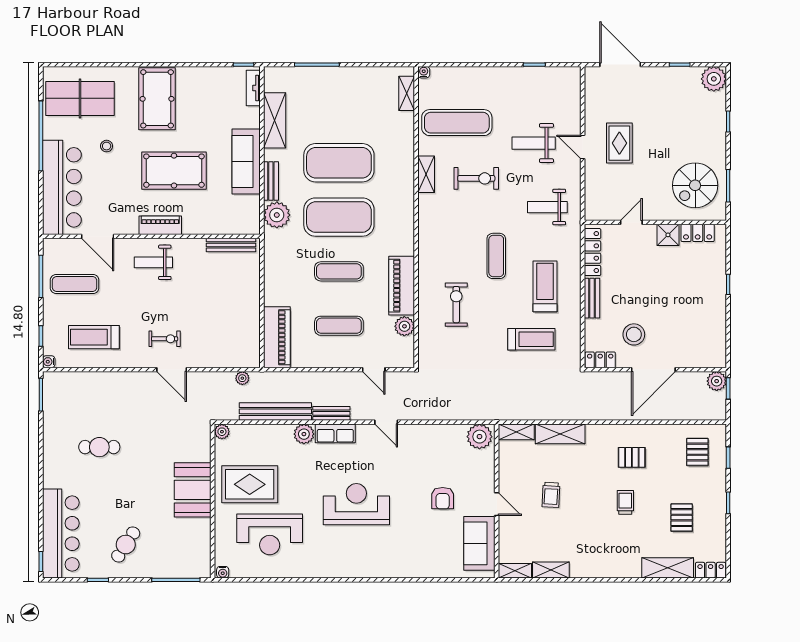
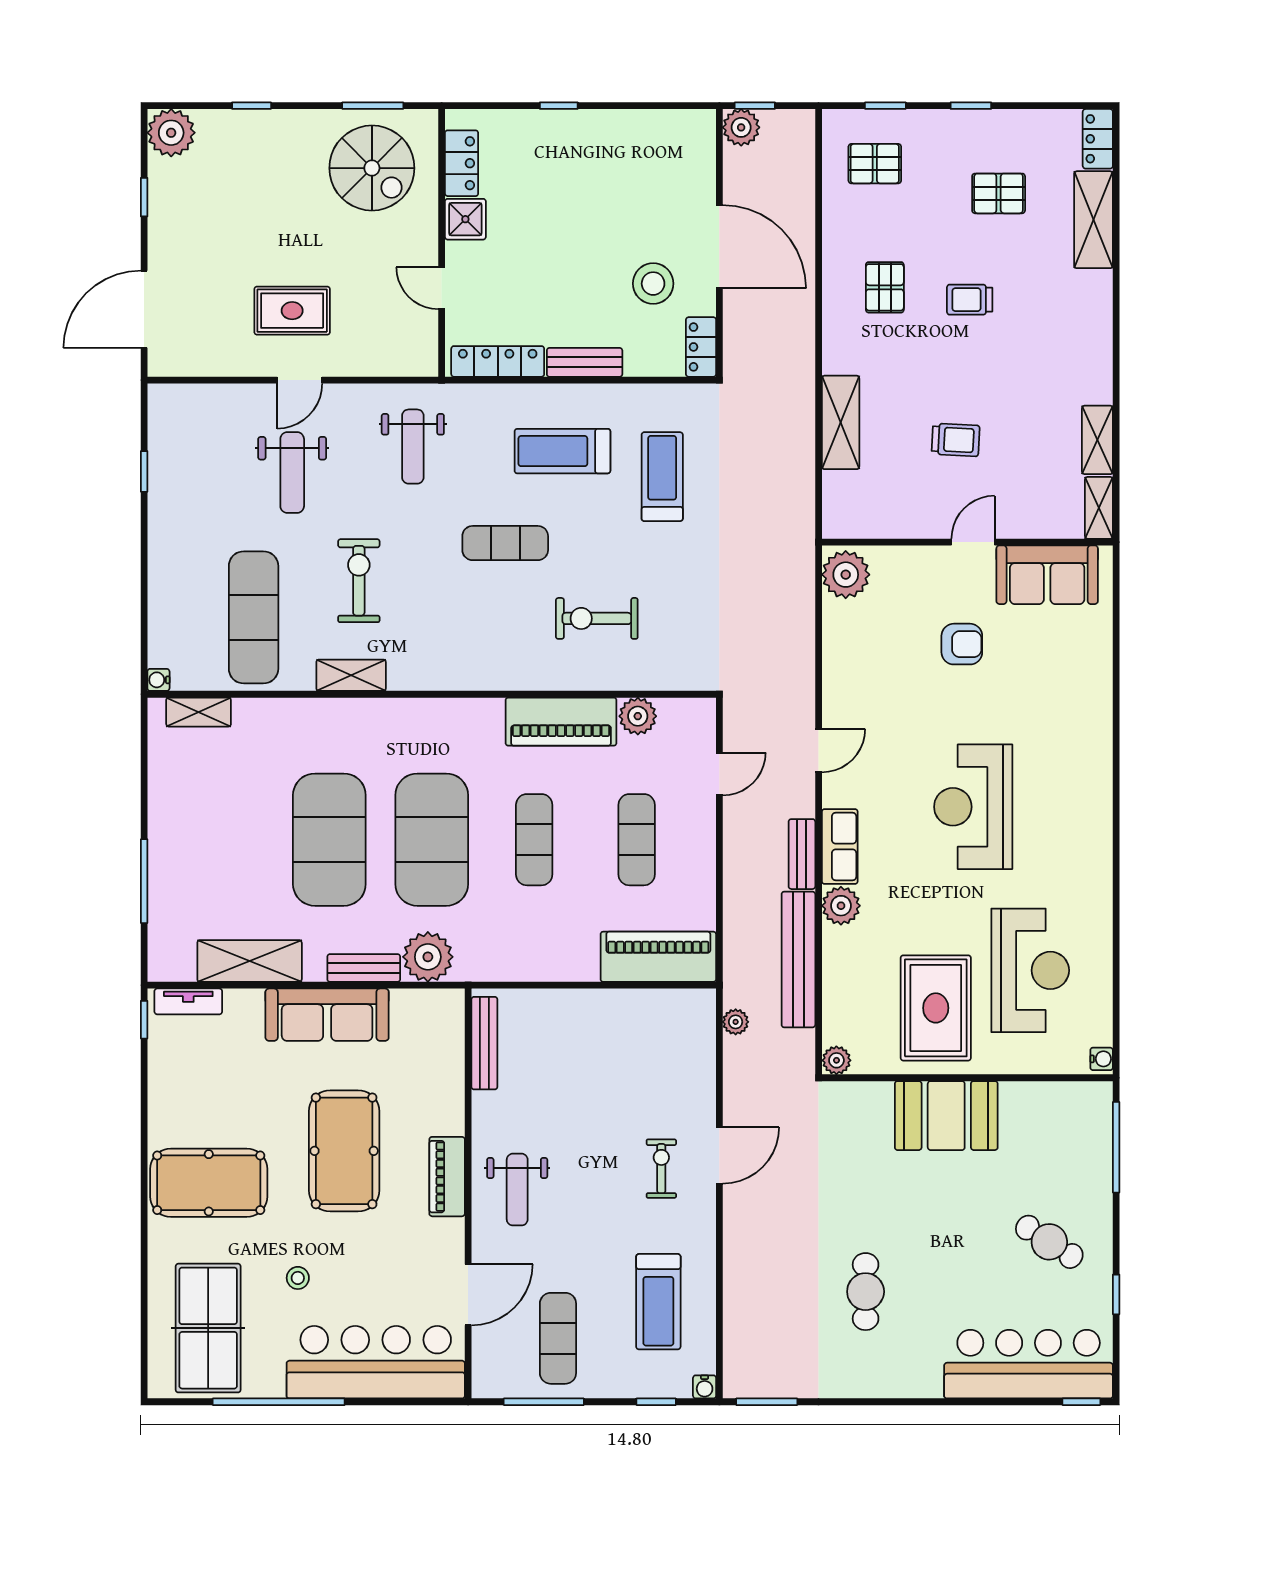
shelving: (516, 432) -> (837, 505), removed

